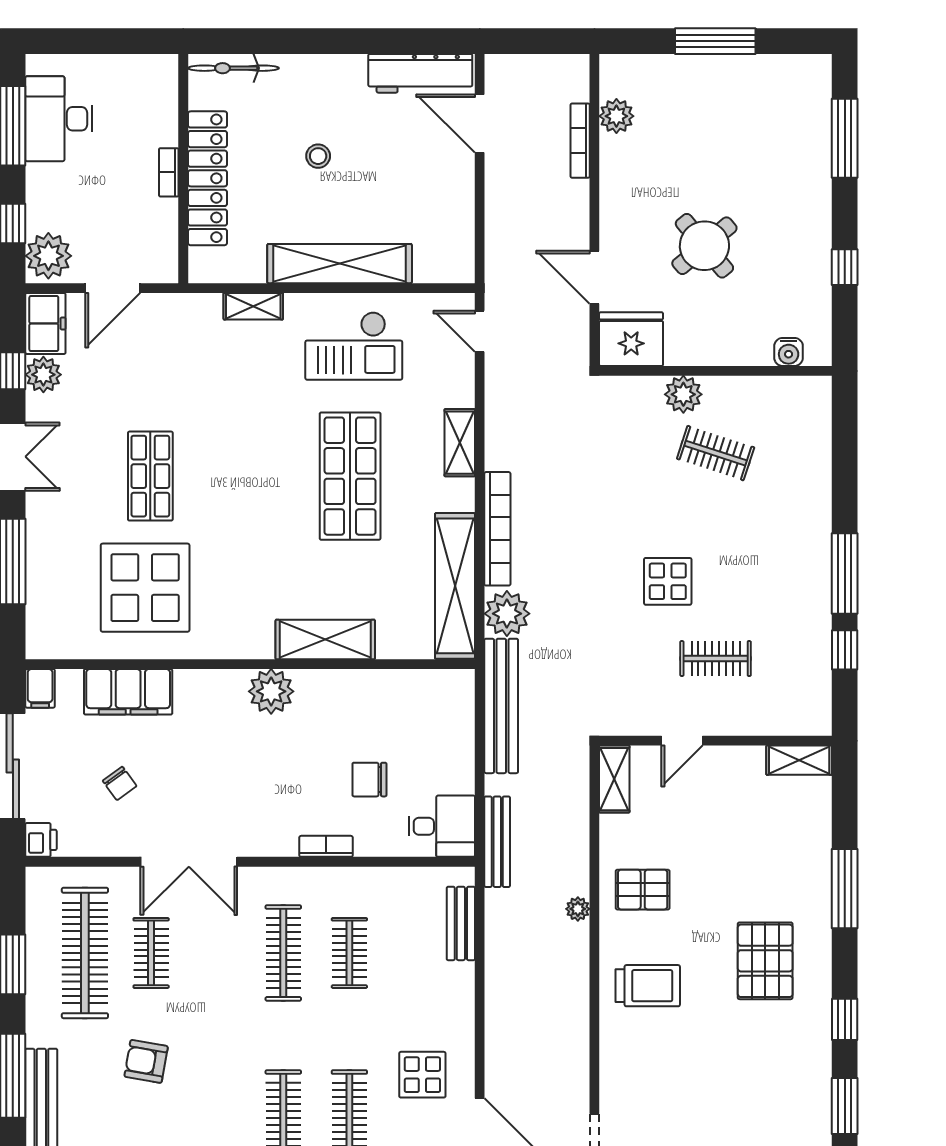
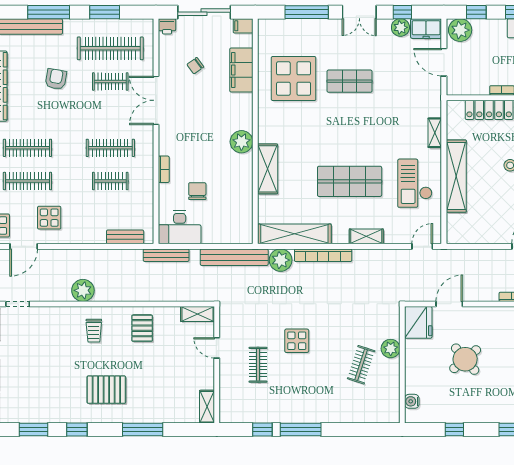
desk: (442, 826) -> (180, 227), width x1.37
plant: (578, 909) -> (83, 290), moved, width x1.87, depth x1.87
trolley: (648, 986) -> (94, 331), width x0.73, depth x0.72

